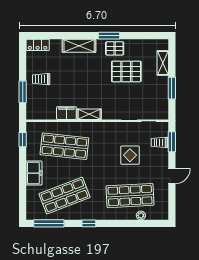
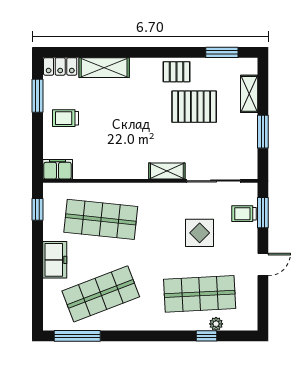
window: (109, 36) -> (222, 52), moved
shelving: (79, 46) -> (104, 68), moved
window: (23, 92) -> (37, 96), moved
filing cabinet: (66, 113) -> (58, 169), moved
shelving: (89, 114) -> (167, 171), moved
window: (89, 223) -> (206, 336), moved

